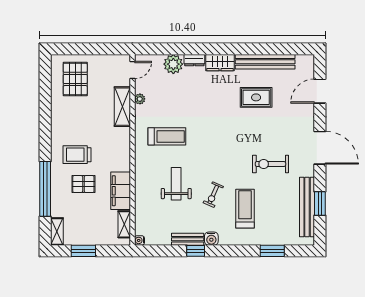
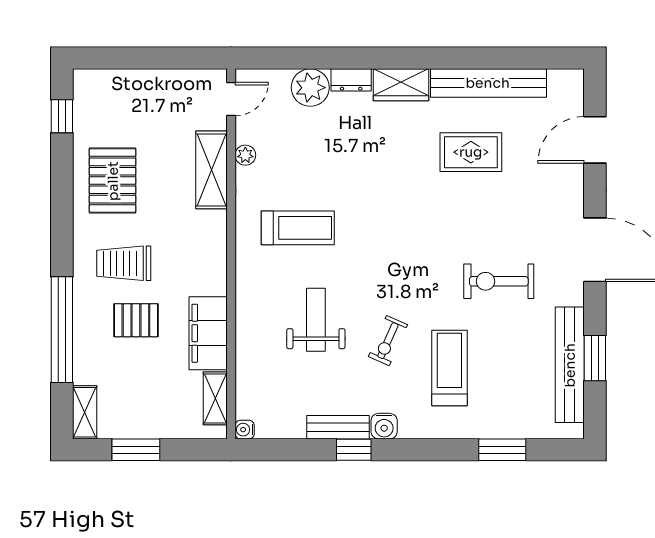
window: (45, 79) -> (62, 116), added
pallet: (75, 79) -> (113, 181), moved

